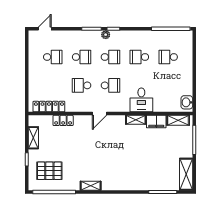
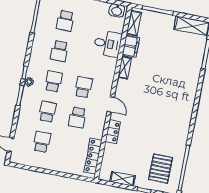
desk: (141, 100) -> (108, 44), moved
locker: (63, 120) -> (113, 132), moved
shelving: (91, 186) -> (185, 128), removed

